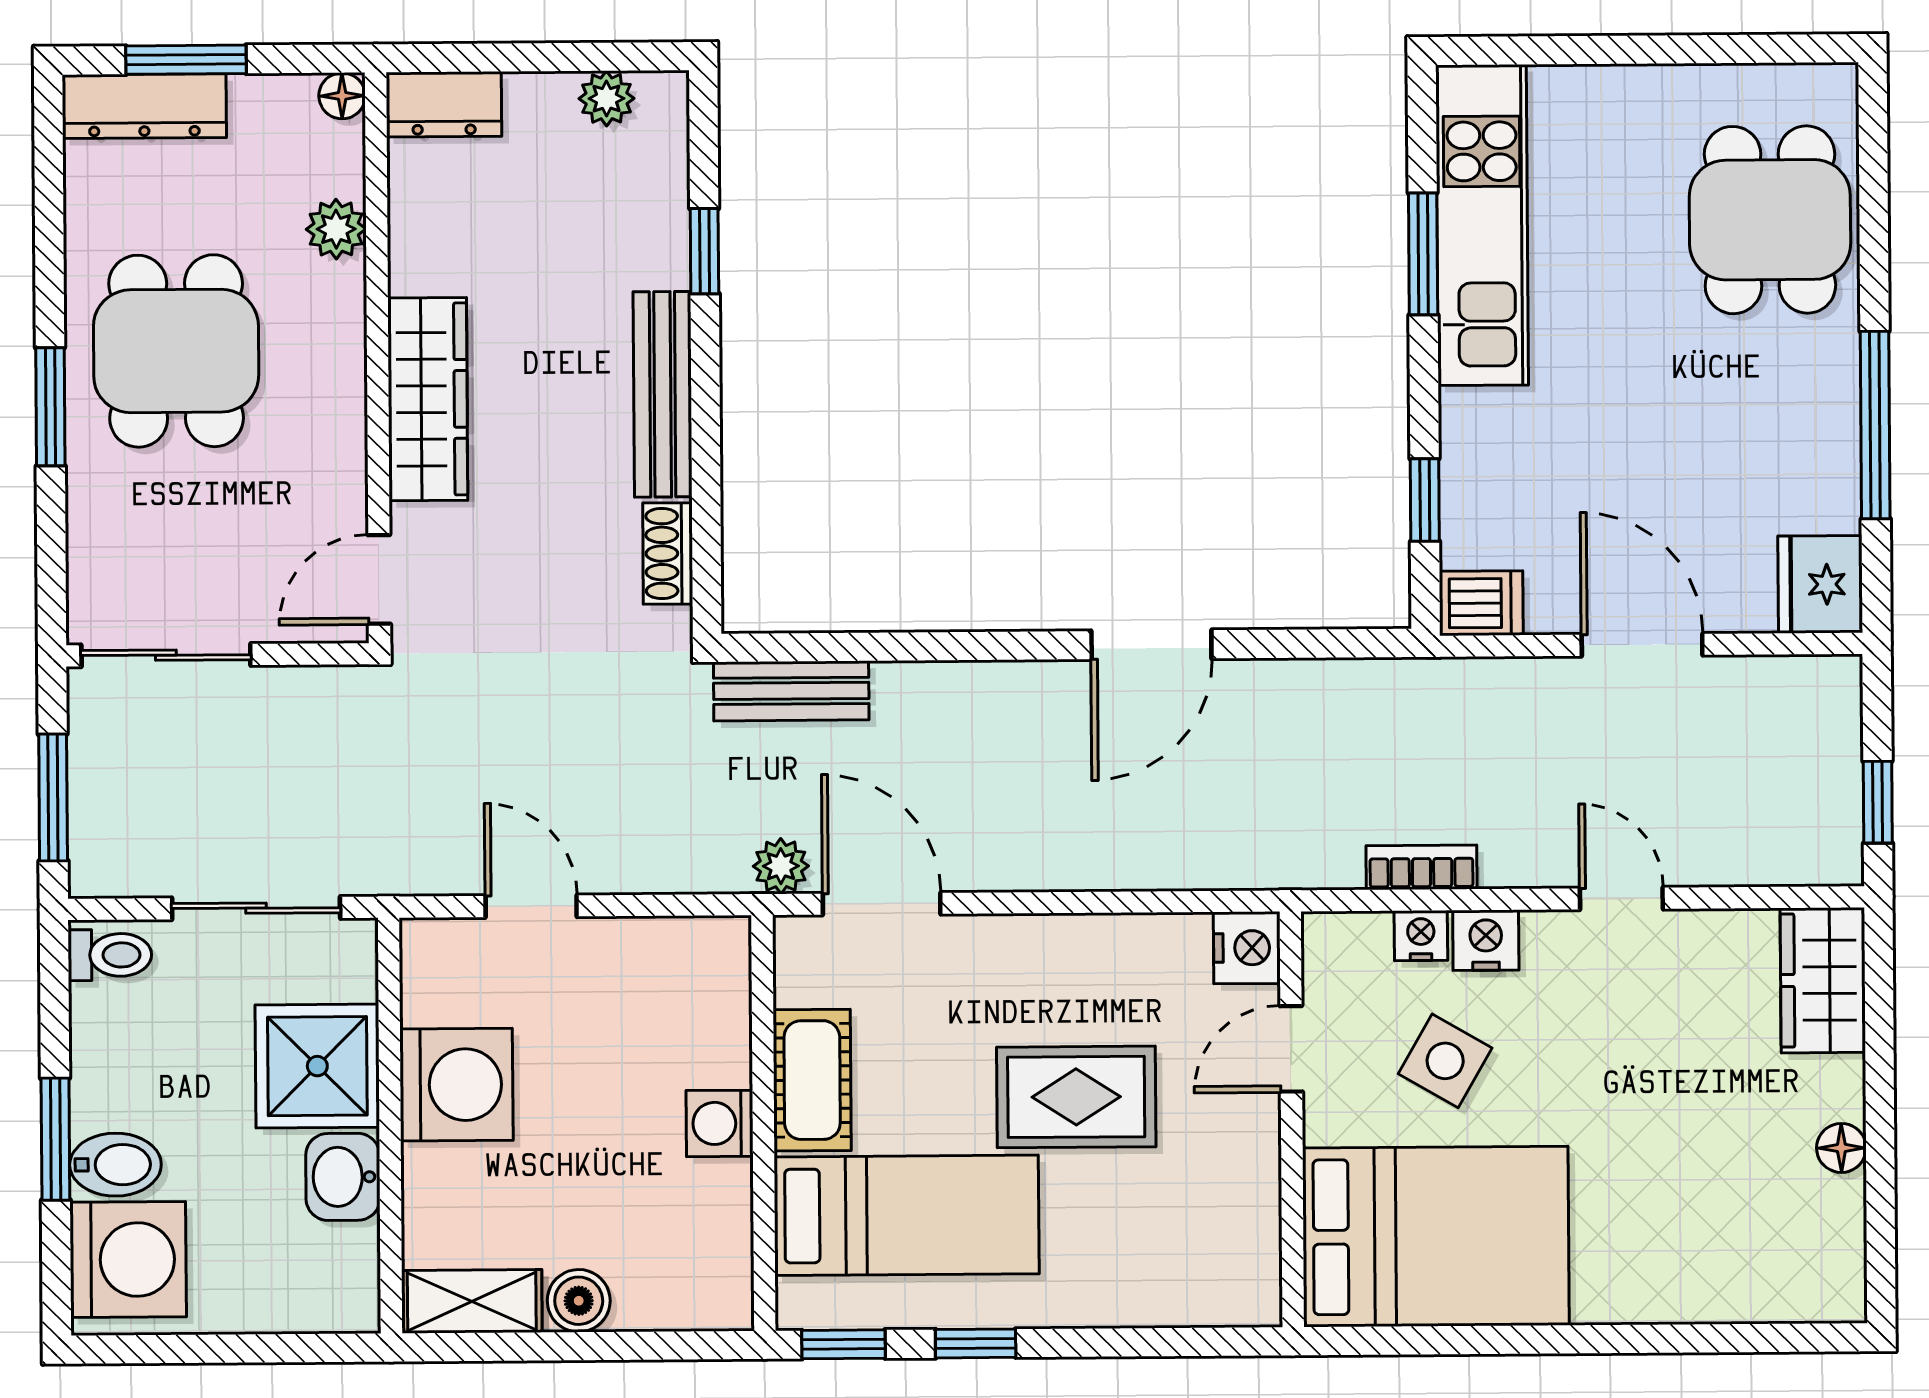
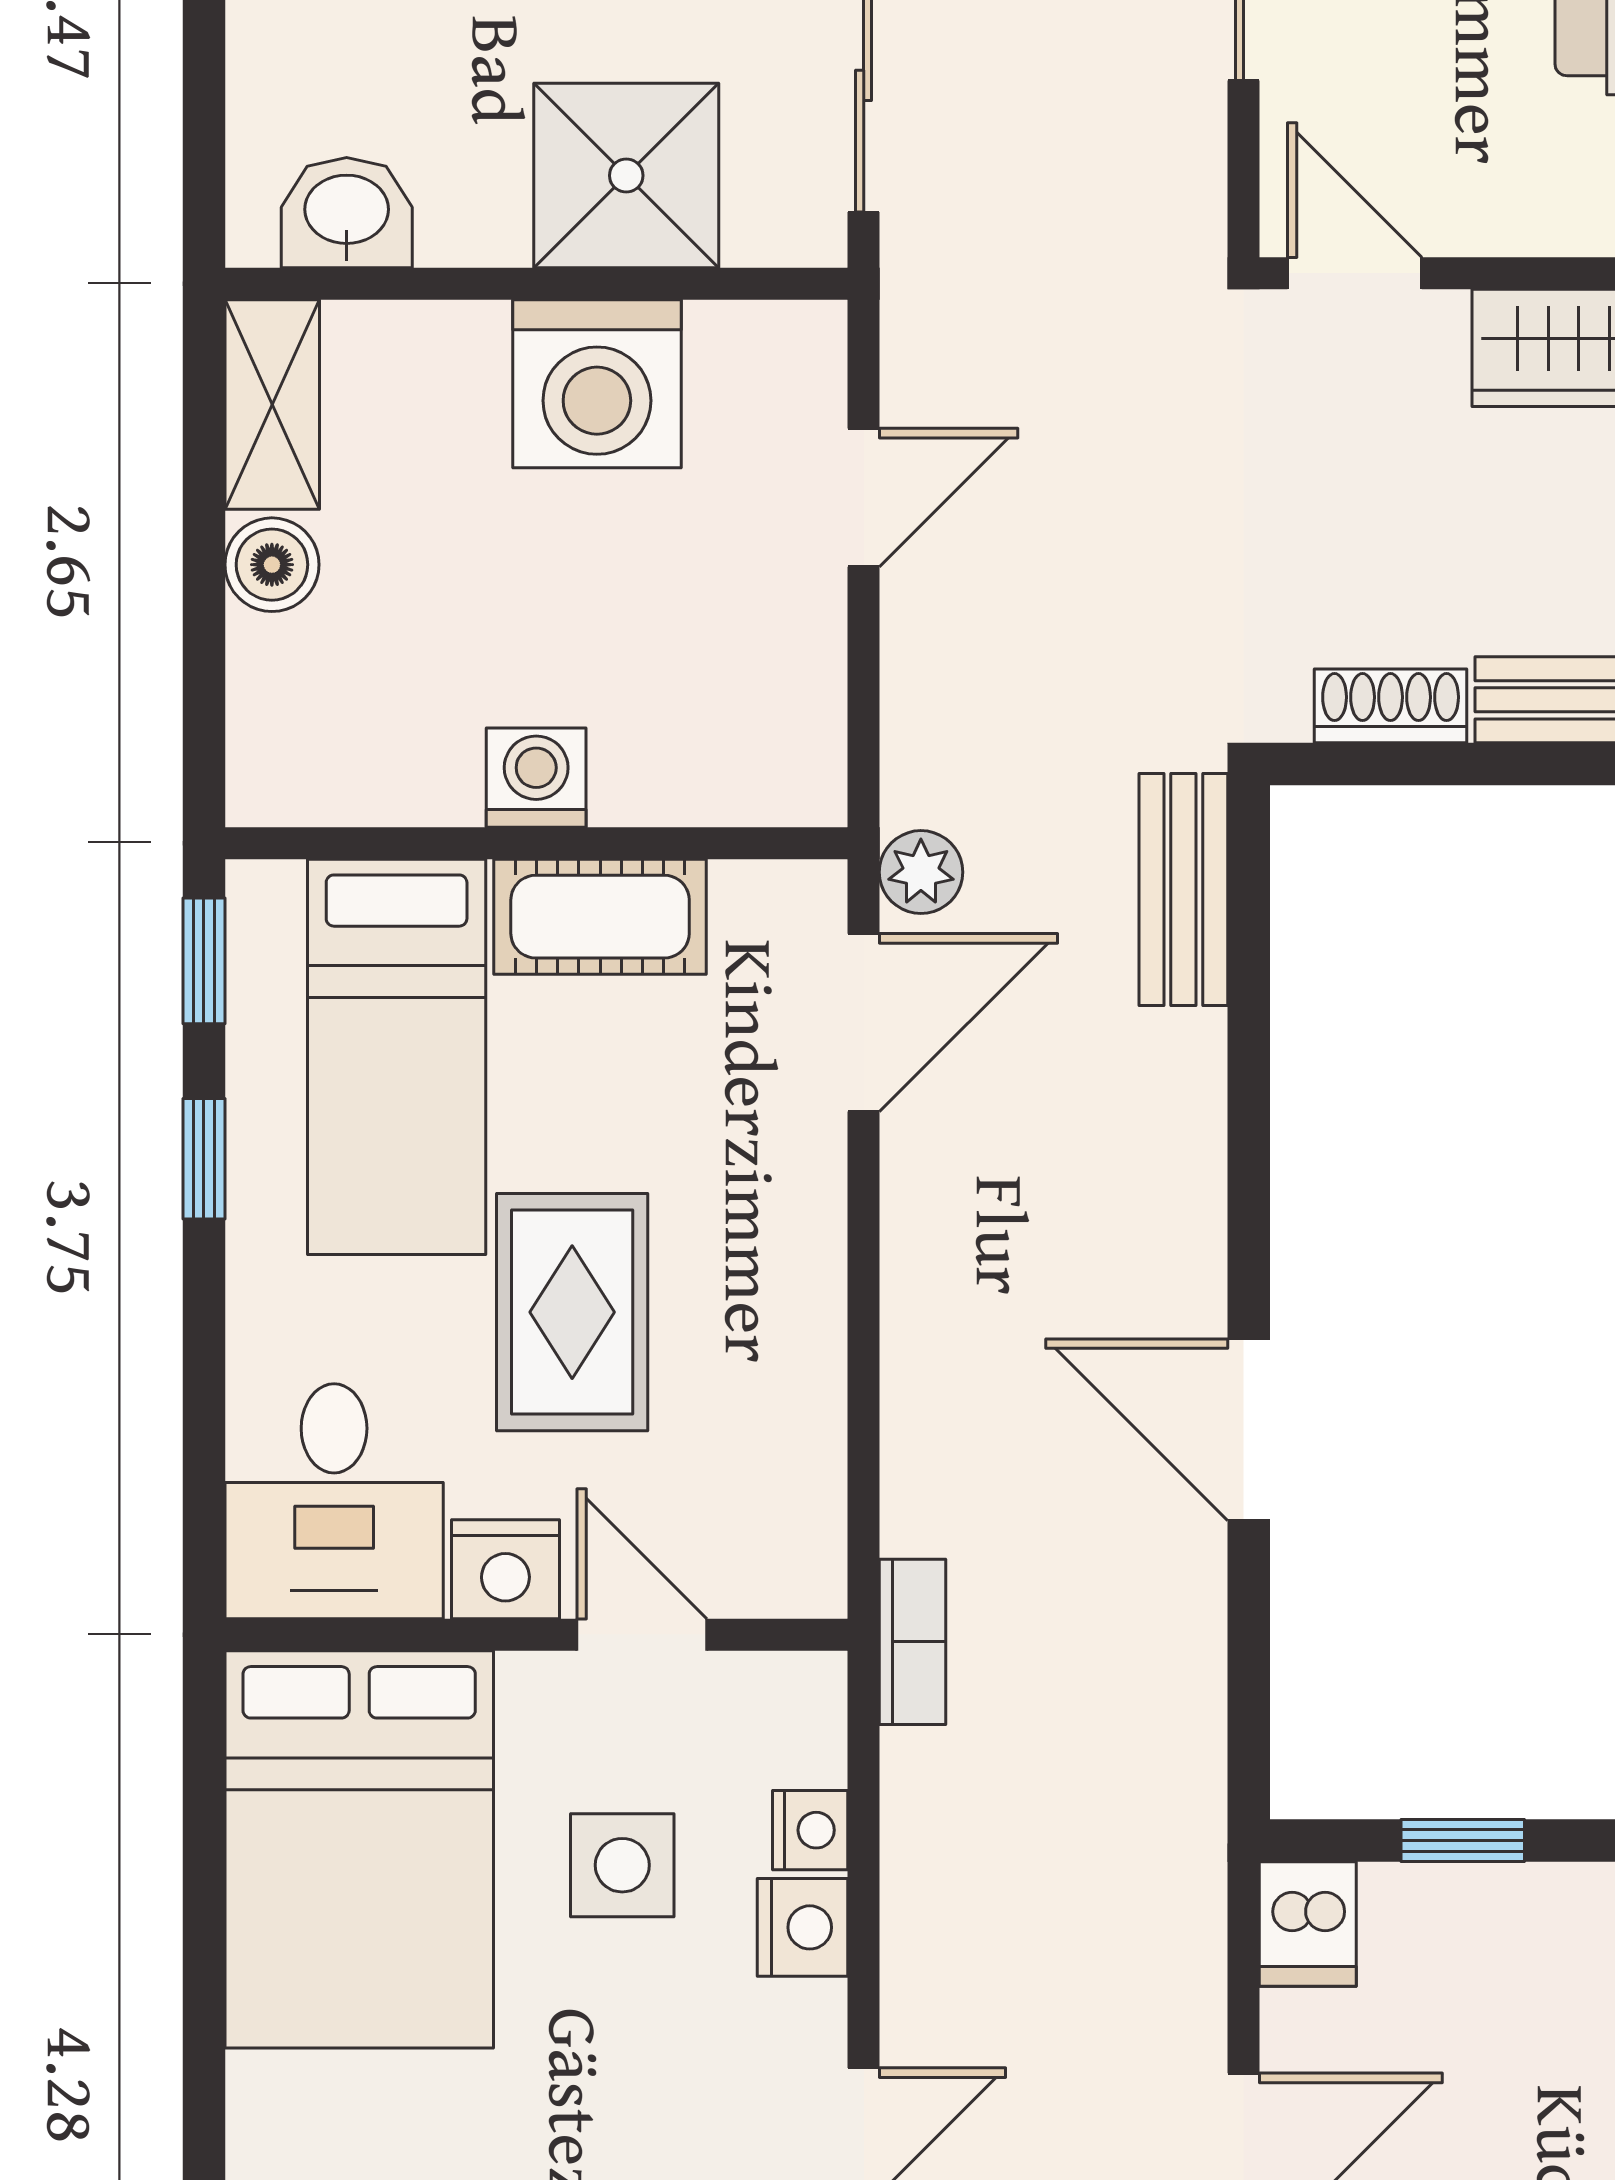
bookcase: (1421, 867) -> (912, 1642), moved
nightstand: (1247, 948) -> (505, 1569), moved
side table: (1445, 1061) -> (622, 1865), turned -30
washbasin: (343, 1177) -> (347, 213), moved
desk: (1204, 1255) -> (334, 1501), added

